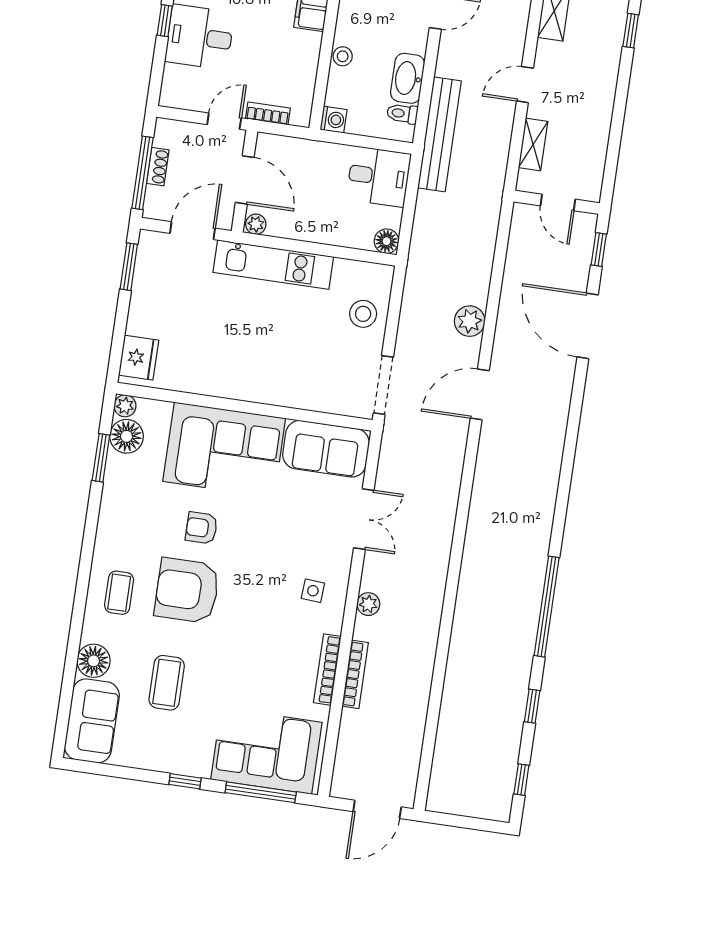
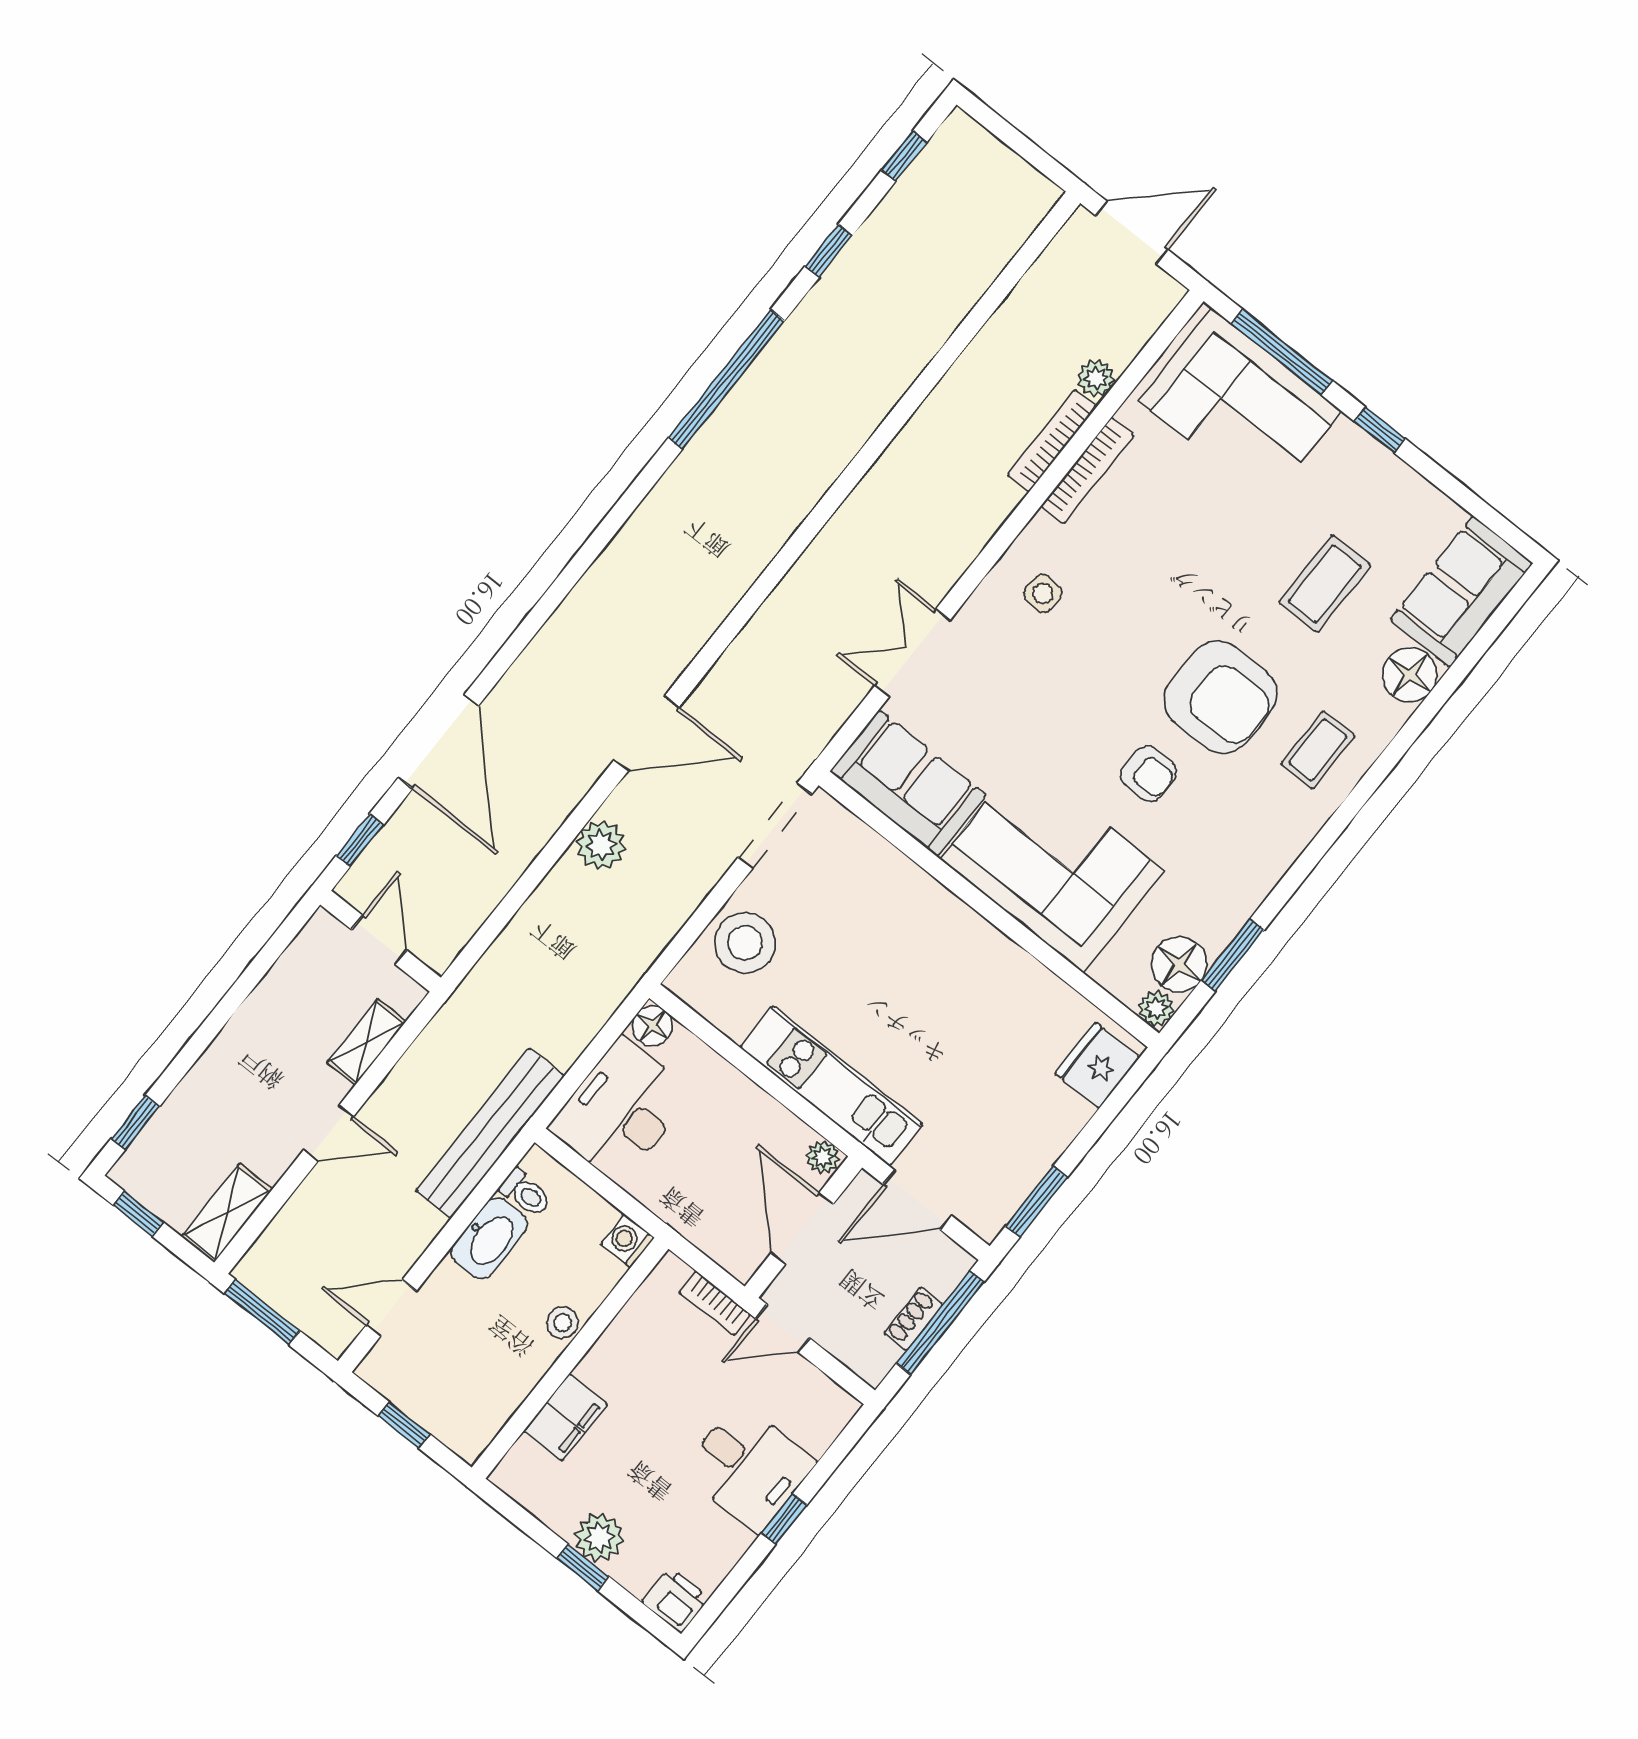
desk: (379, 177) -> (621, 1111), width x1.37
stool: (363, 314) -> (745, 943), width x1.38, depth x1.38
plant: (368, 604) -> (1096, 378), moved

